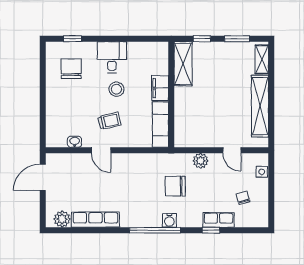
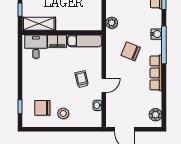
desk: (112, 57) -> (36, 47), moved, turned 90
stool: (116, 89) -> (63, 113), moved
plant: (201, 161) -> (112, 23), moved
chair: (175, 186) -> (131, 51), moved, turned 112
row of seats: (95, 220) -> (156, 73), moved

